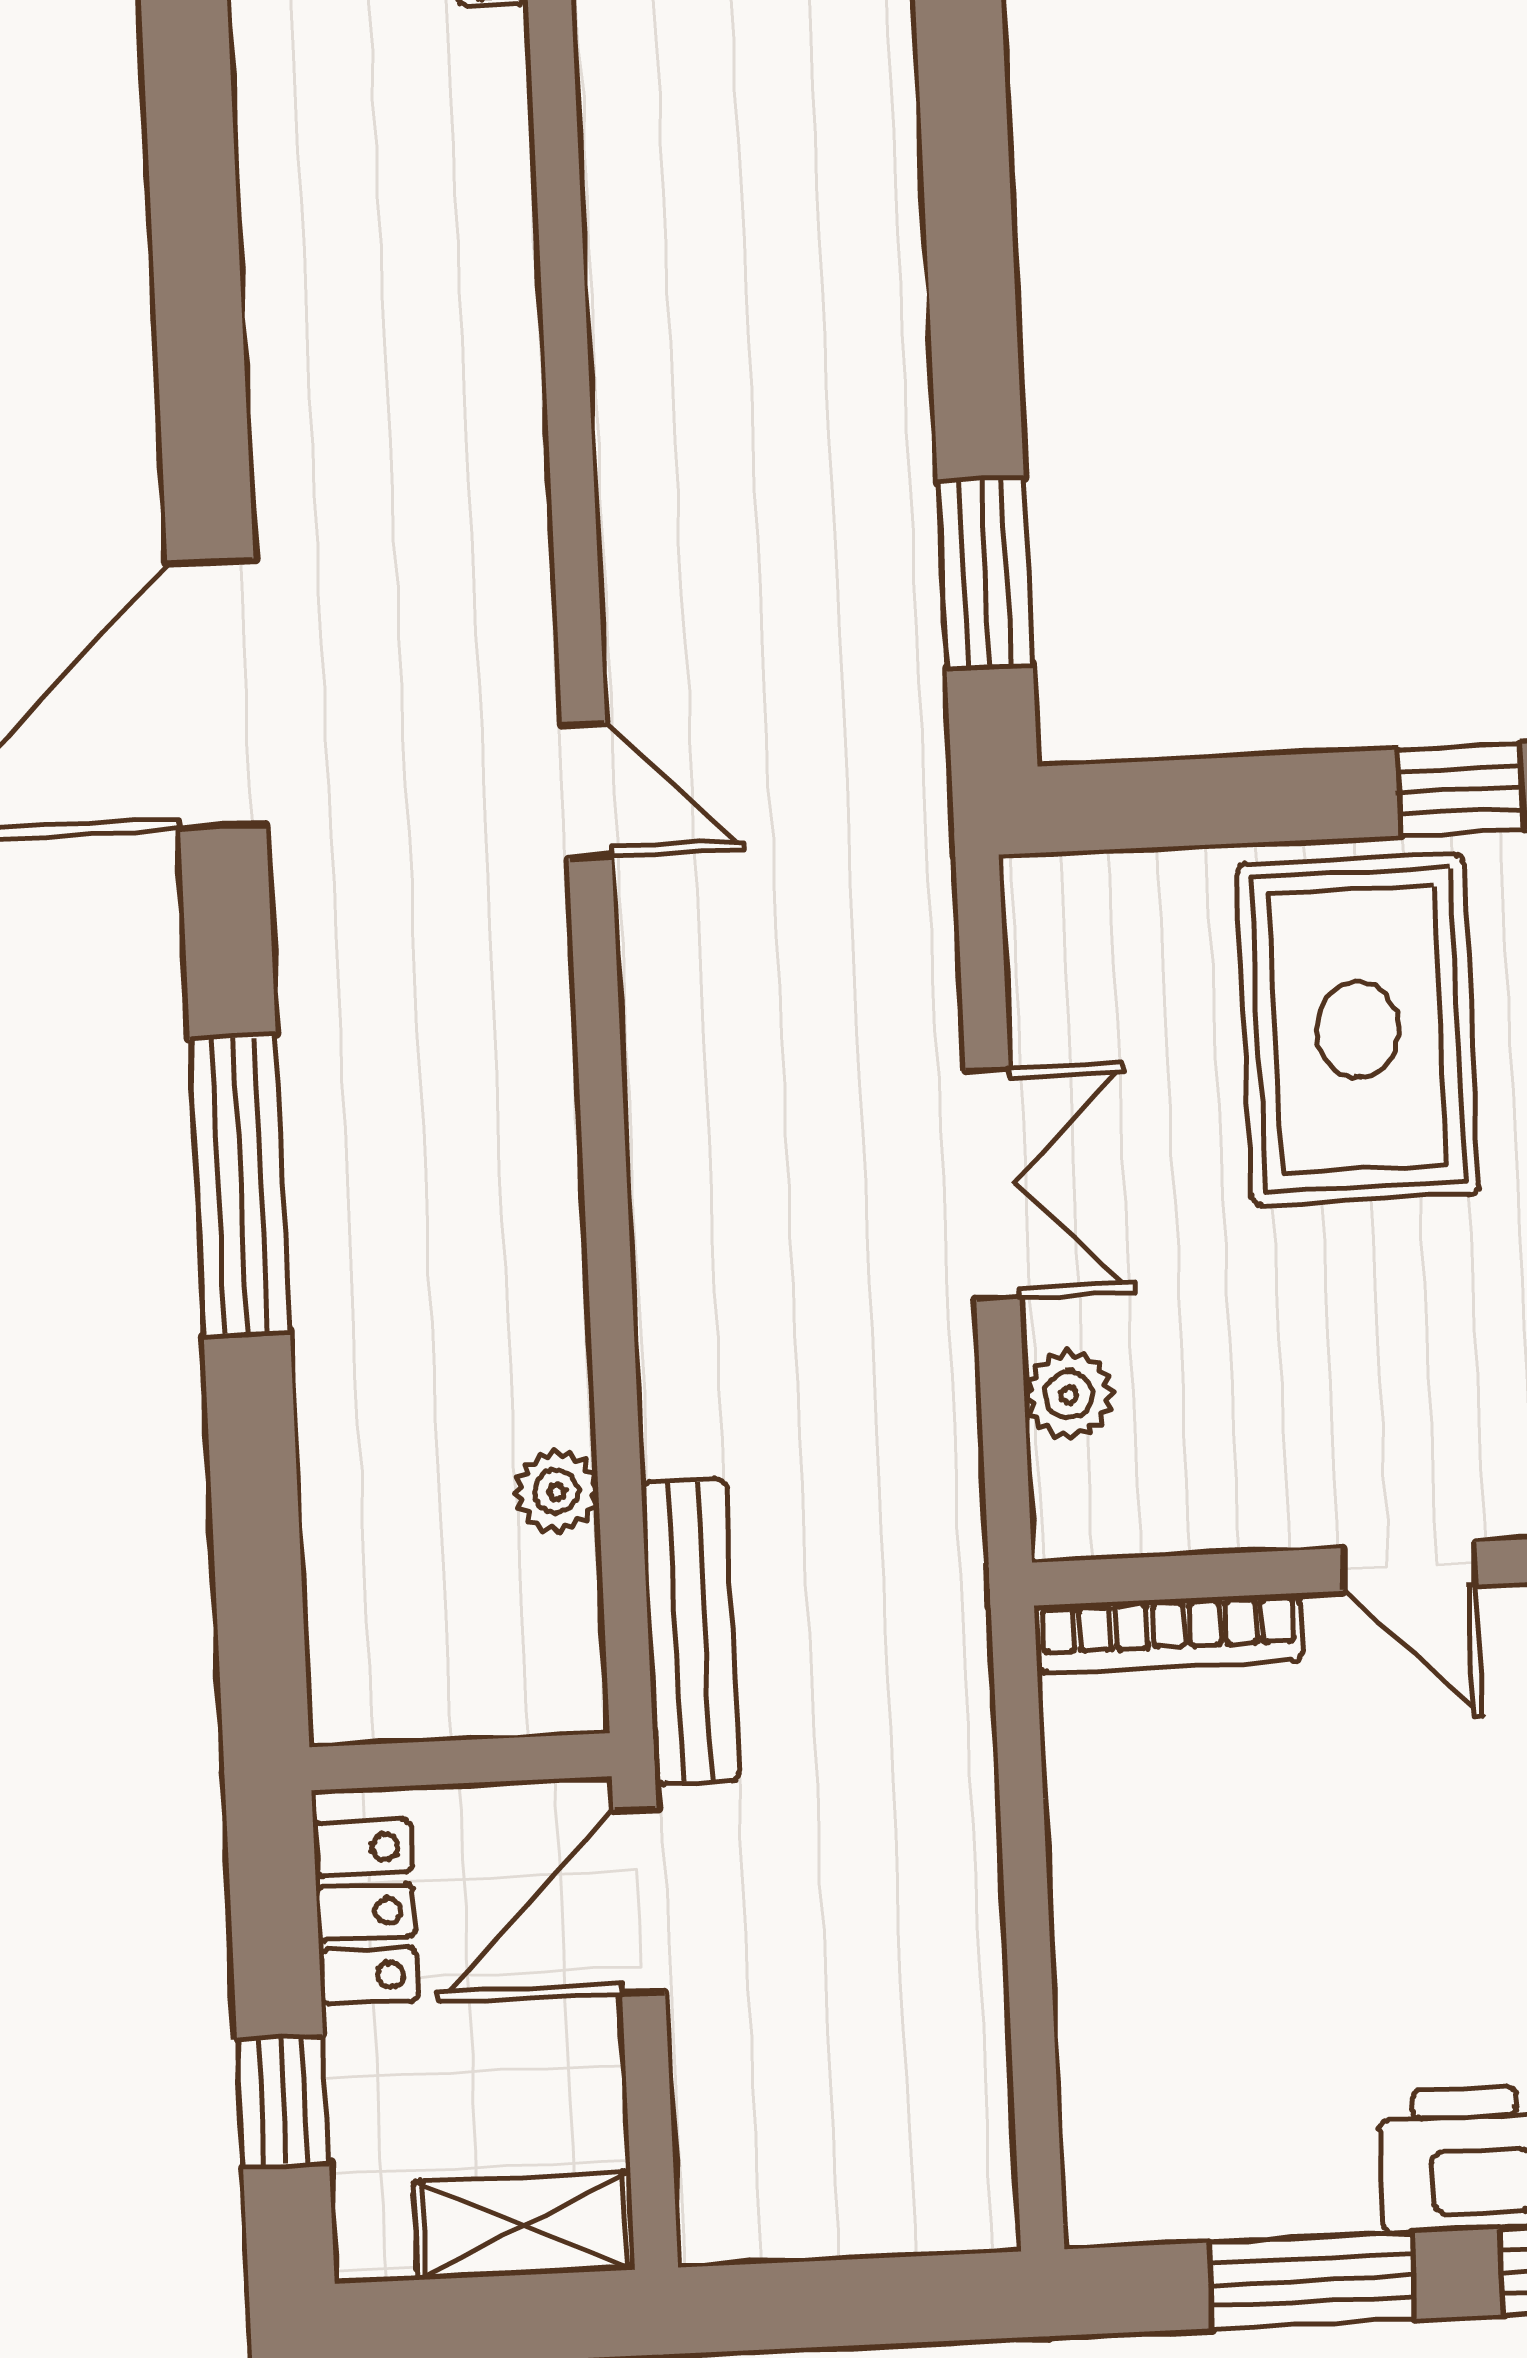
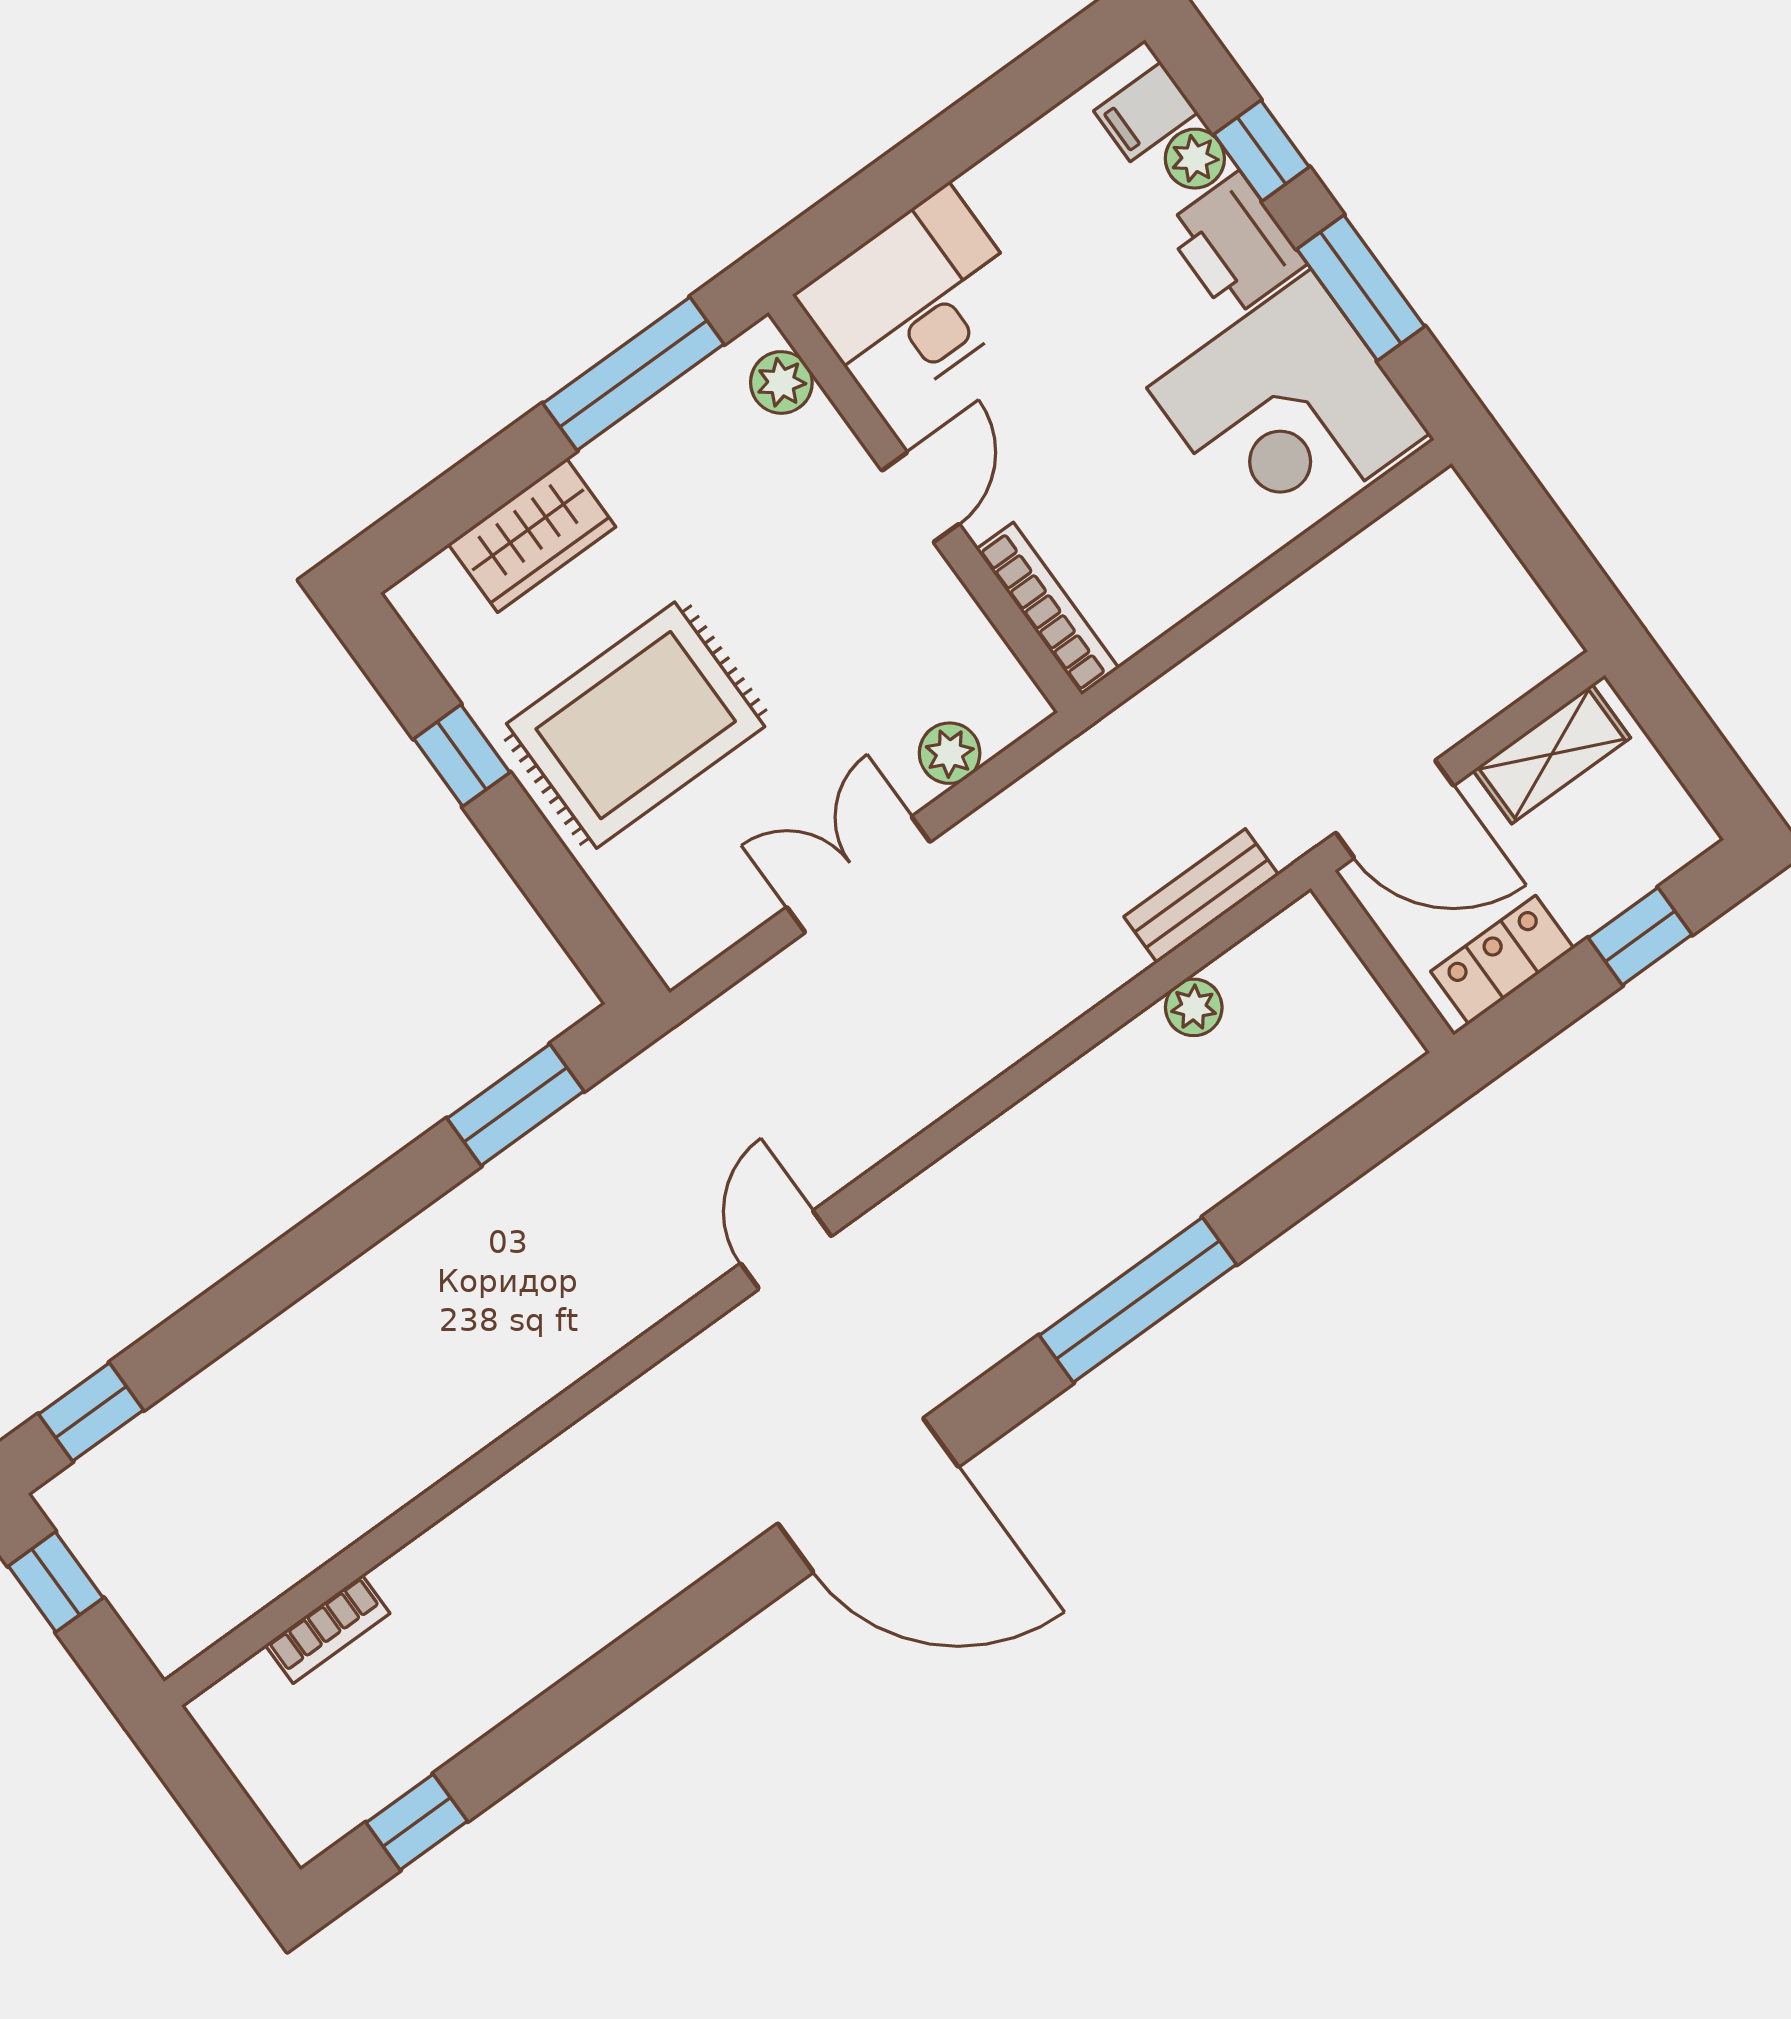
bench: (690, 1632) -> (1201, 896), width x0.73
corner desk: (1218, 2092) -> (1288, 411), added
shelving: (524, 2226) -> (1552, 754), moved, turned 90

